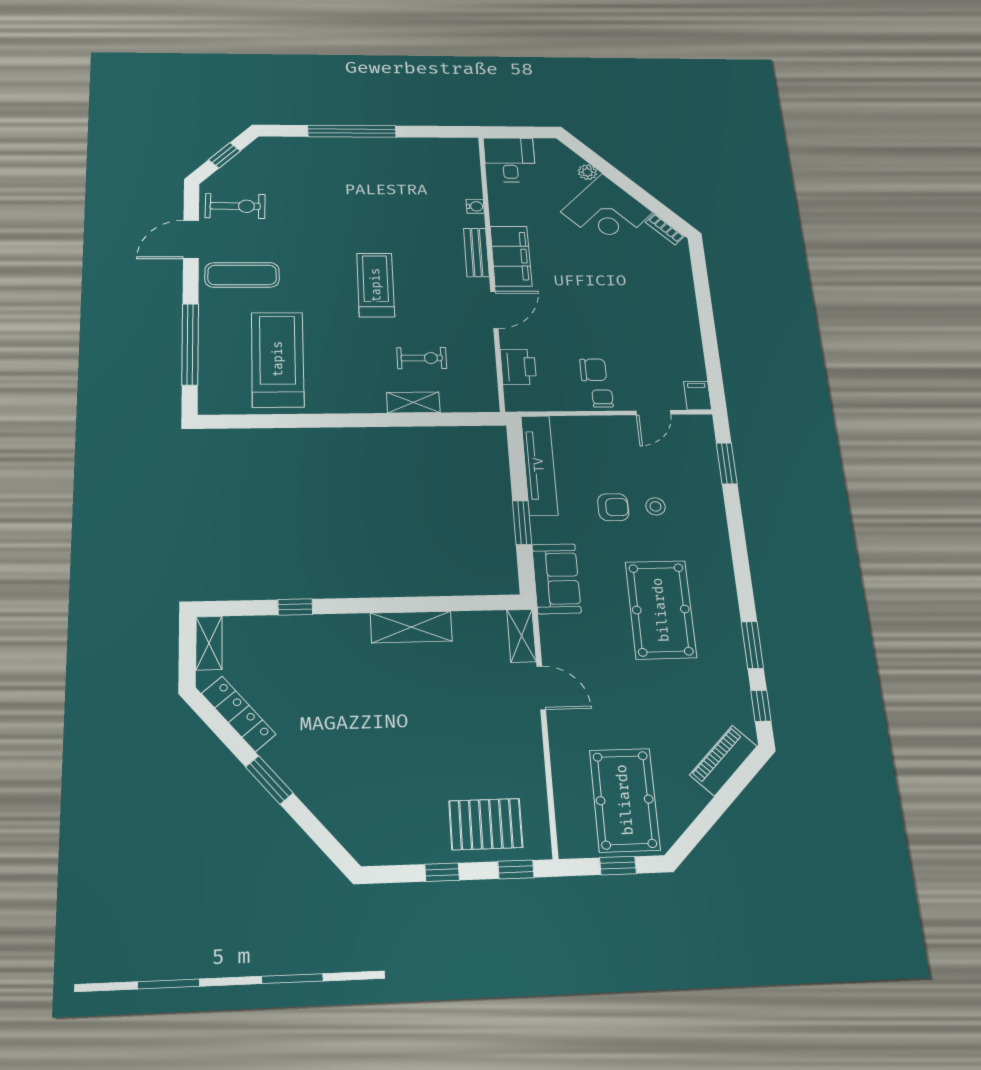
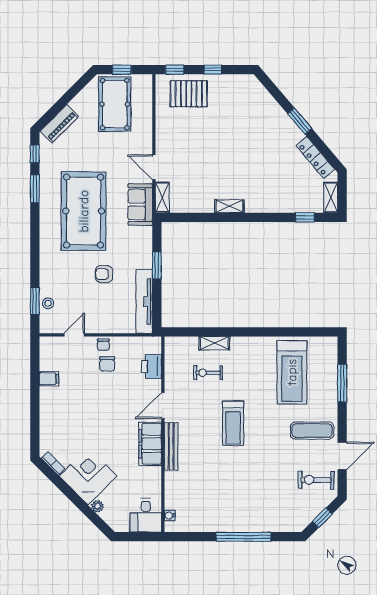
water cooler: (475, 206) -> (170, 515), moved
bench: (476, 253) -> (171, 446), width x1.36
window: (190, 344) -> (342, 383), width x0.68
chair: (593, 370) -> (107, 364), turned -90
filing cabinet: (698, 395) -> (49, 379), moved, turned -90
stool: (656, 506) -> (48, 303), moved
sofa: (556, 579) -> (140, 205), moved
window: (295, 607) -> (305, 217), moved
pool table: (661, 610) -> (84, 211), width x1.36, depth x1.32
shelving: (411, 627) -> (229, 206), width x0.67, depth x0.75

